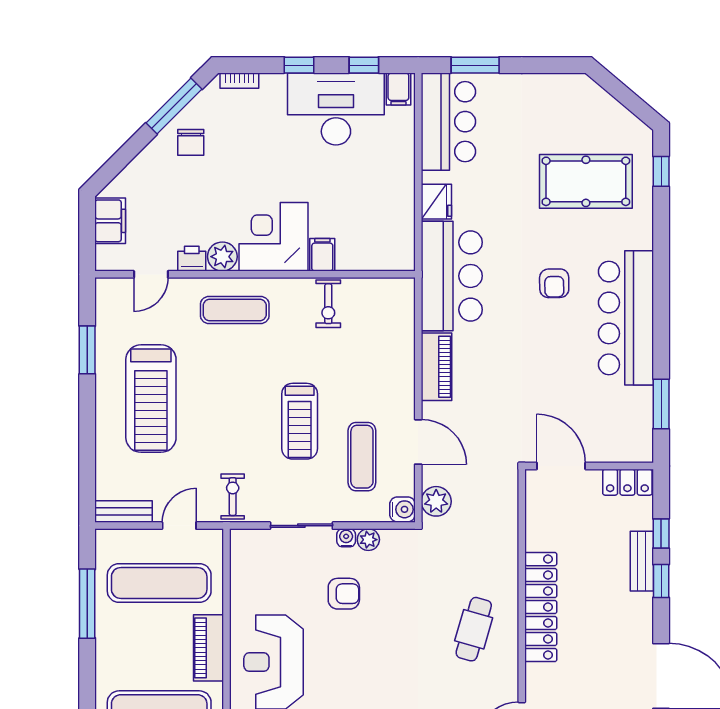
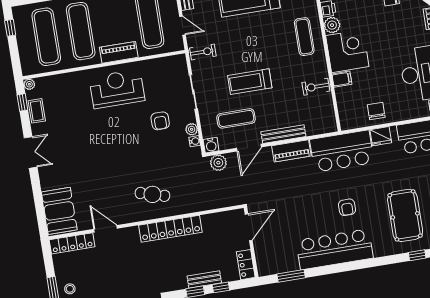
chair: (390, 203) -> (376, 111), added
armchair: (554, 283) -> (347, 207), turned -89
bench: (404, 376) -> (283, 134), added
water cooler: (346, 538) -> (195, 141), moved

